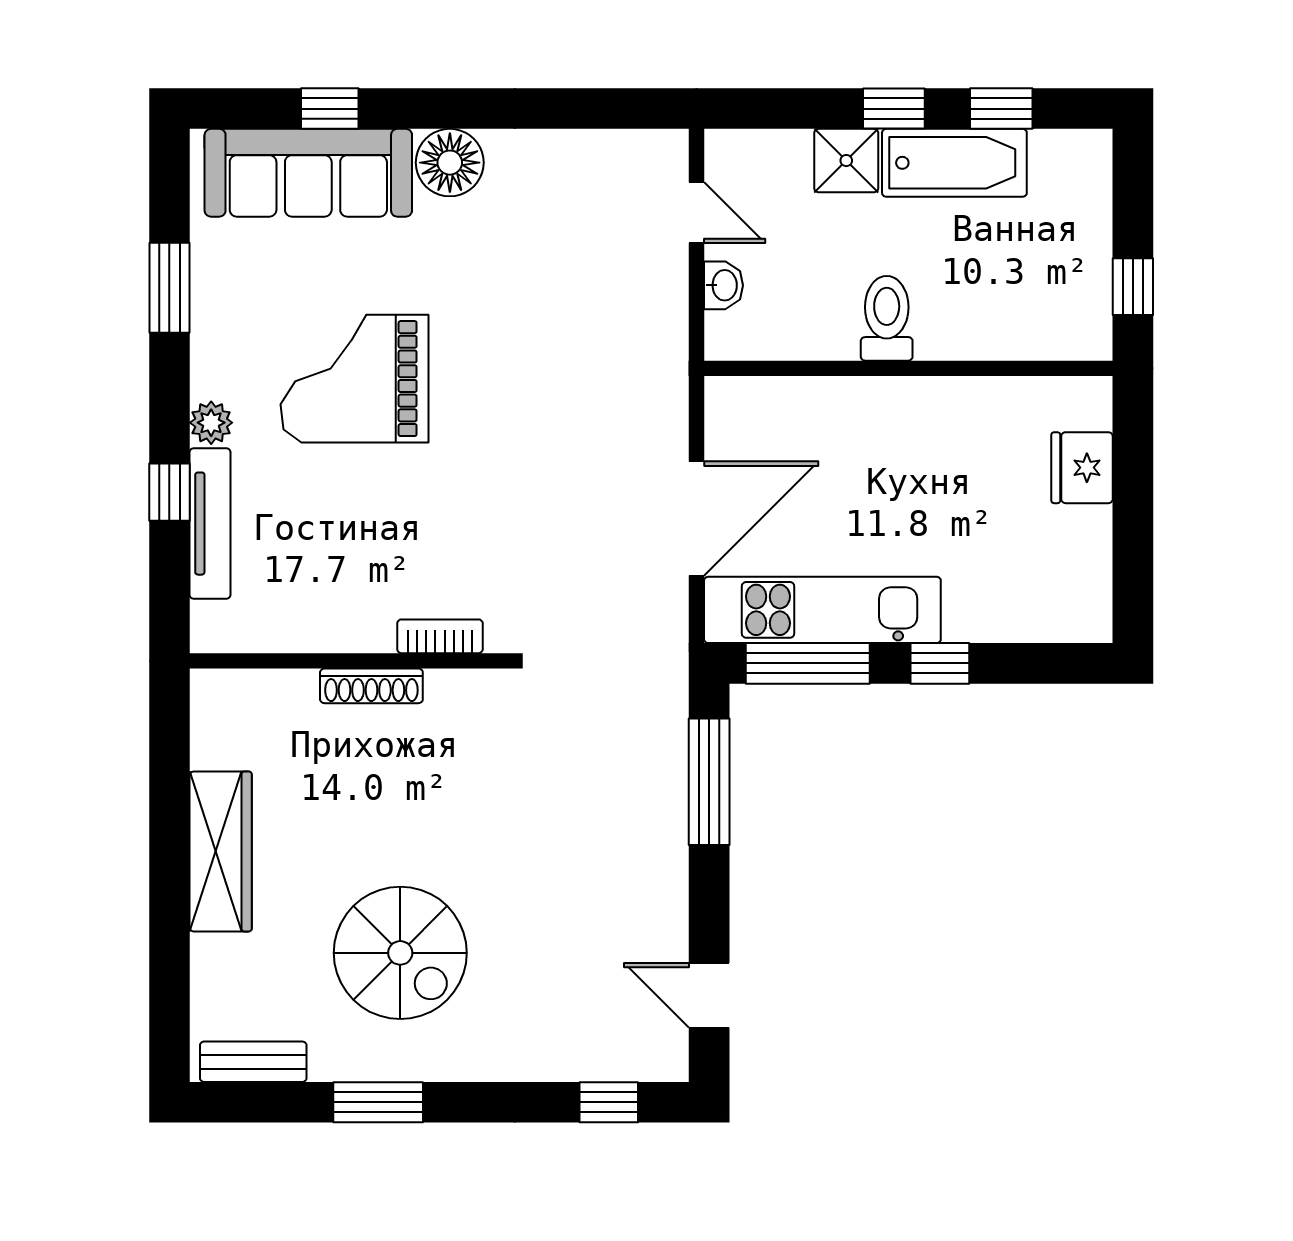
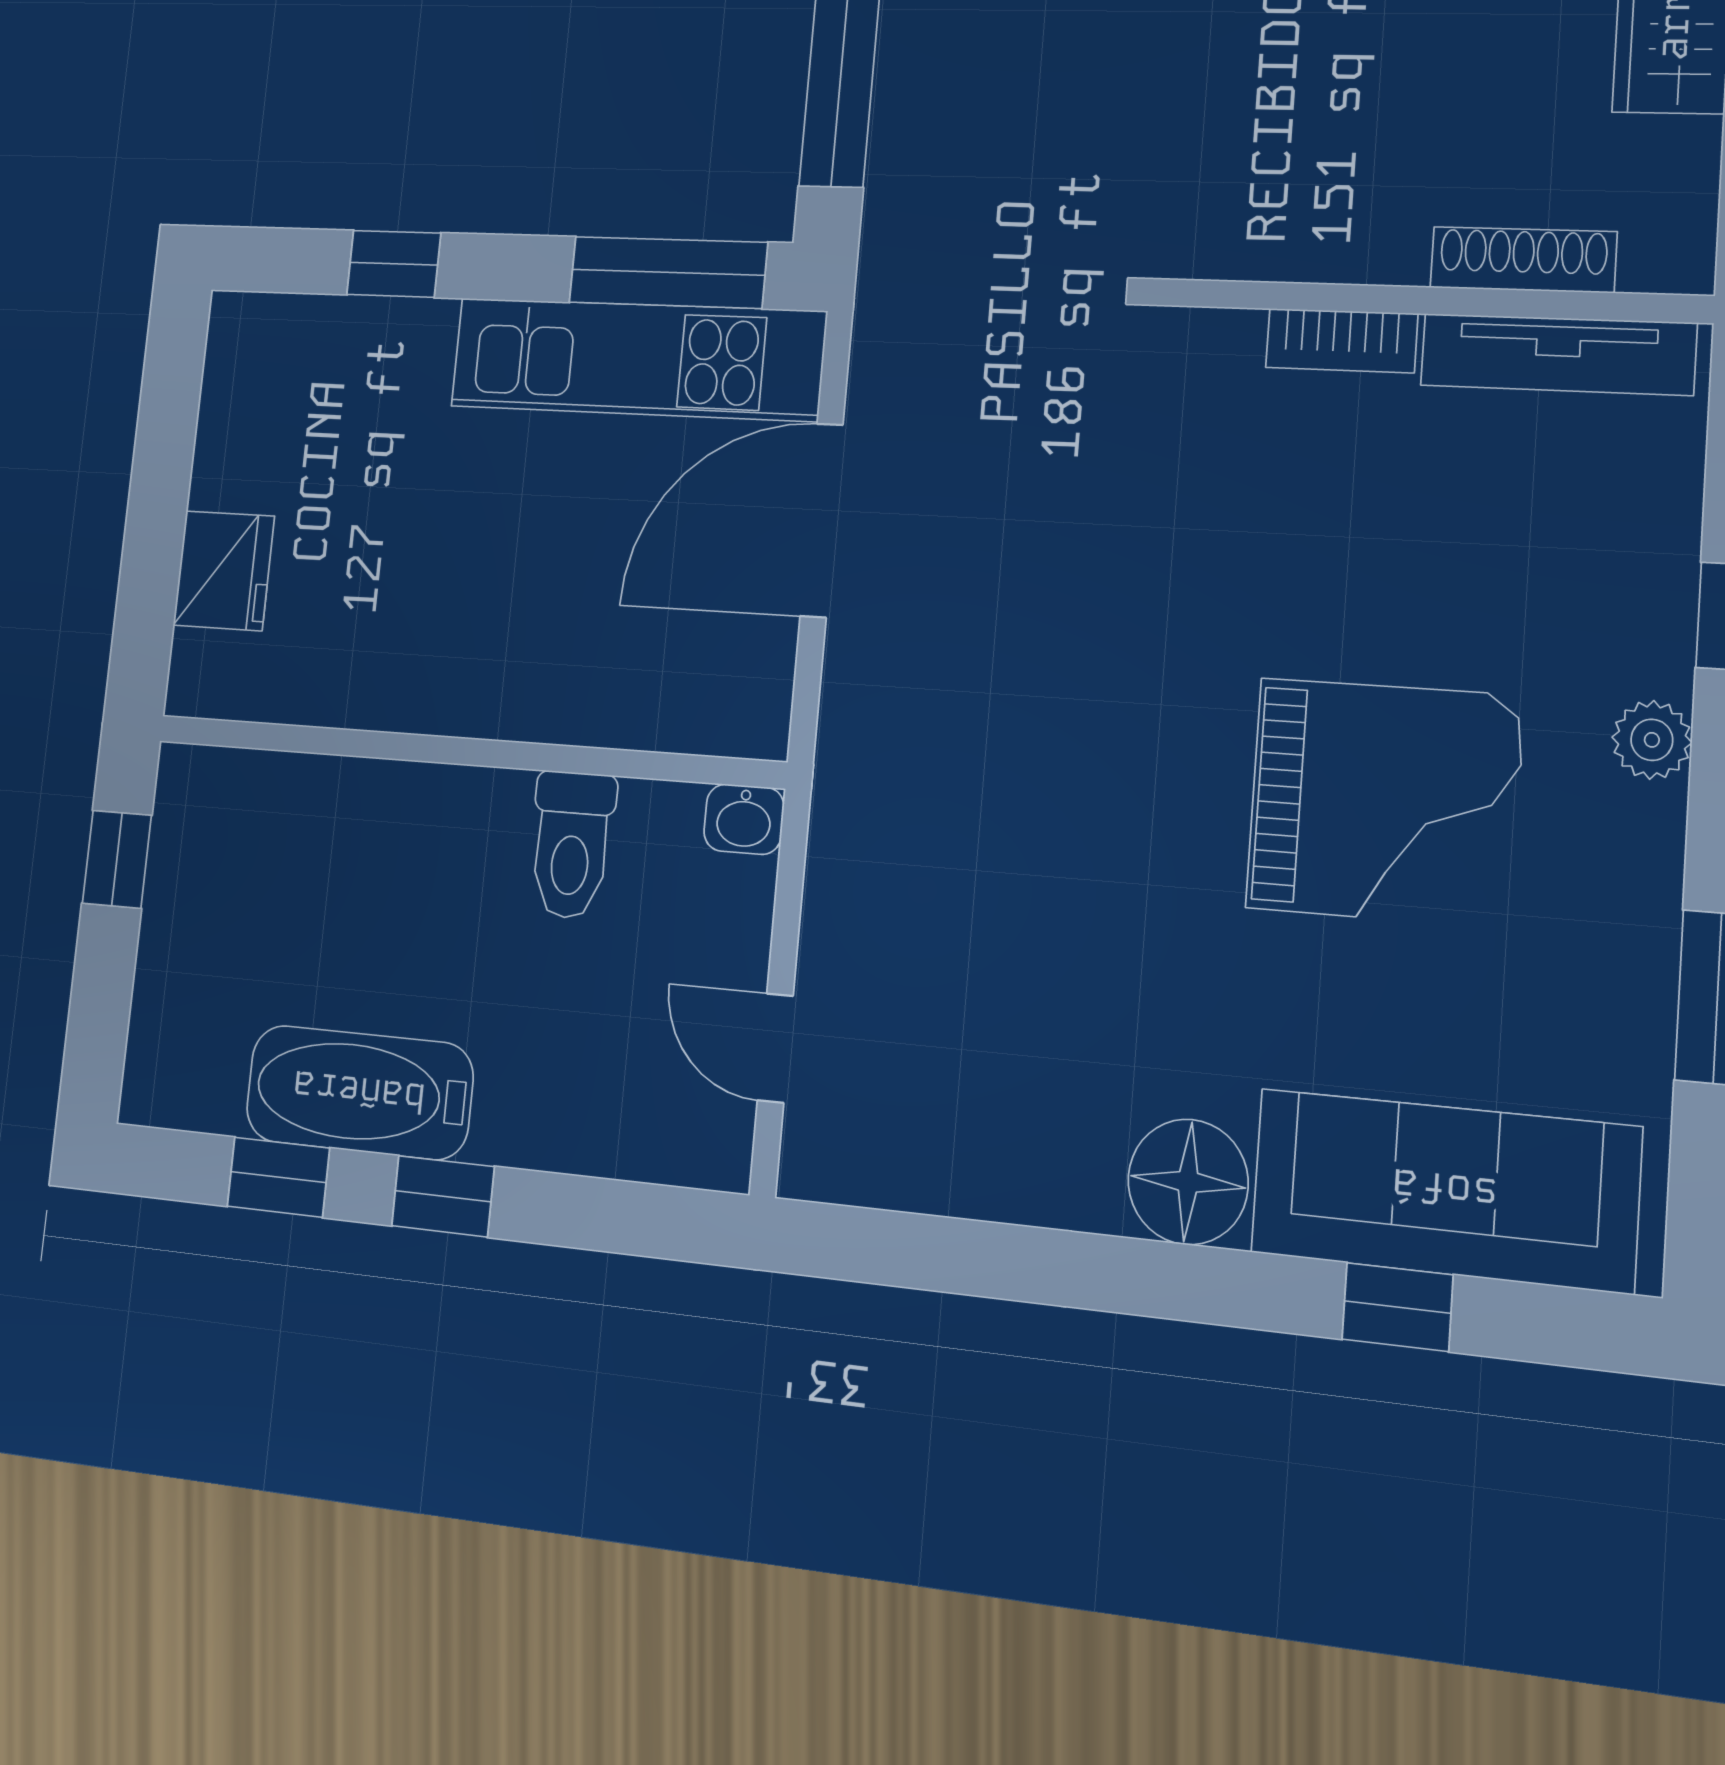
shower: (846, 161) -> (526, 1114), removed
washbasin: (724, 285) -> (744, 819), moved, turned -90
toilet: (887, 318) -> (571, 845), moved
tv unit: (210, 524) -> (1558, 354), moved, turned -90
bookcase: (440, 636) -> (1342, 341), moved
window: (940, 663) -> (394, 264), moved
shoe rack: (371, 686) -> (1523, 260), moved

